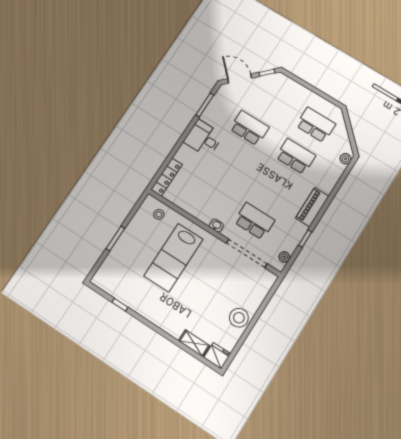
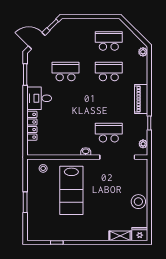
locker: (167, 177) -> (32, 126), moved

